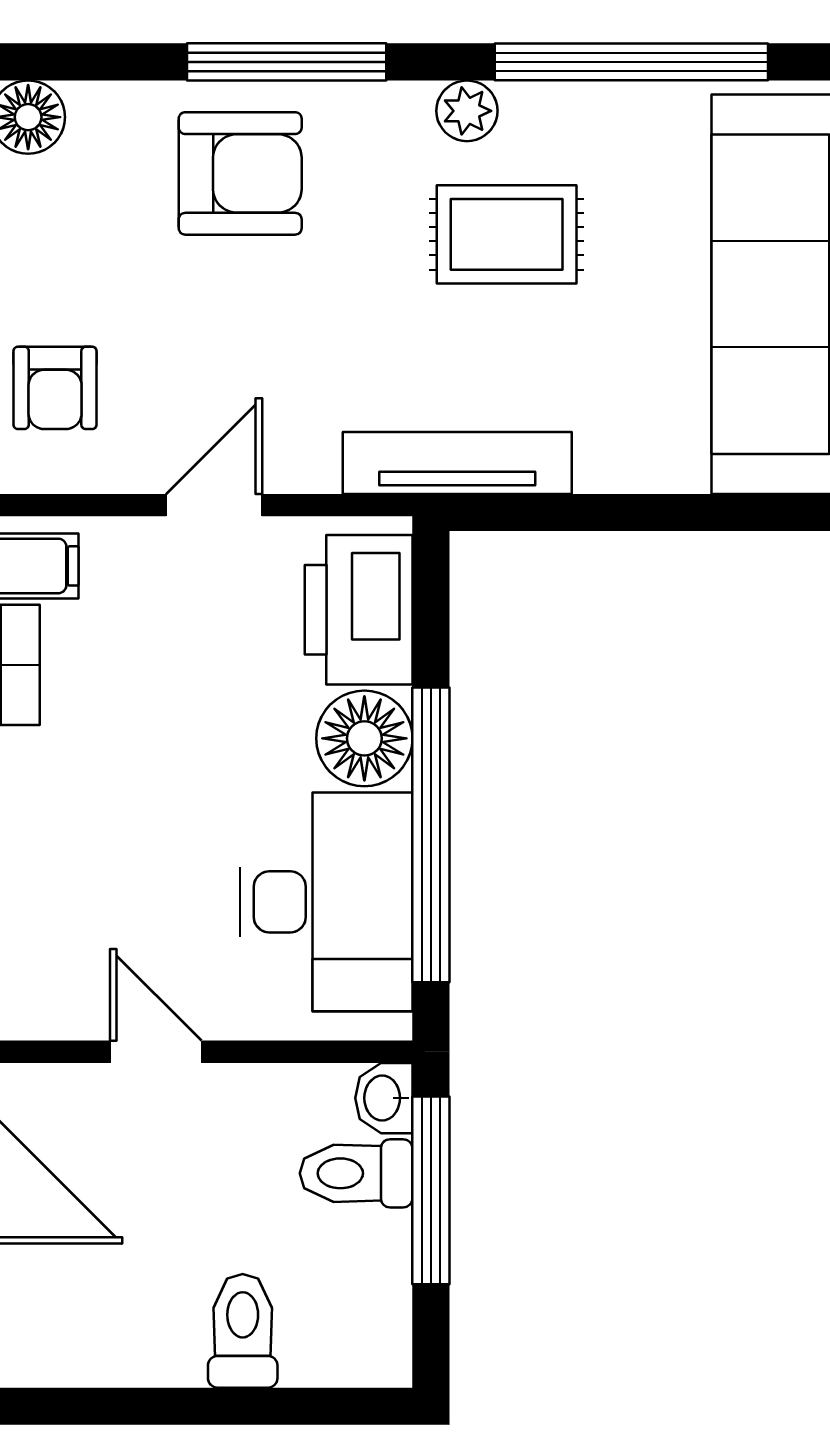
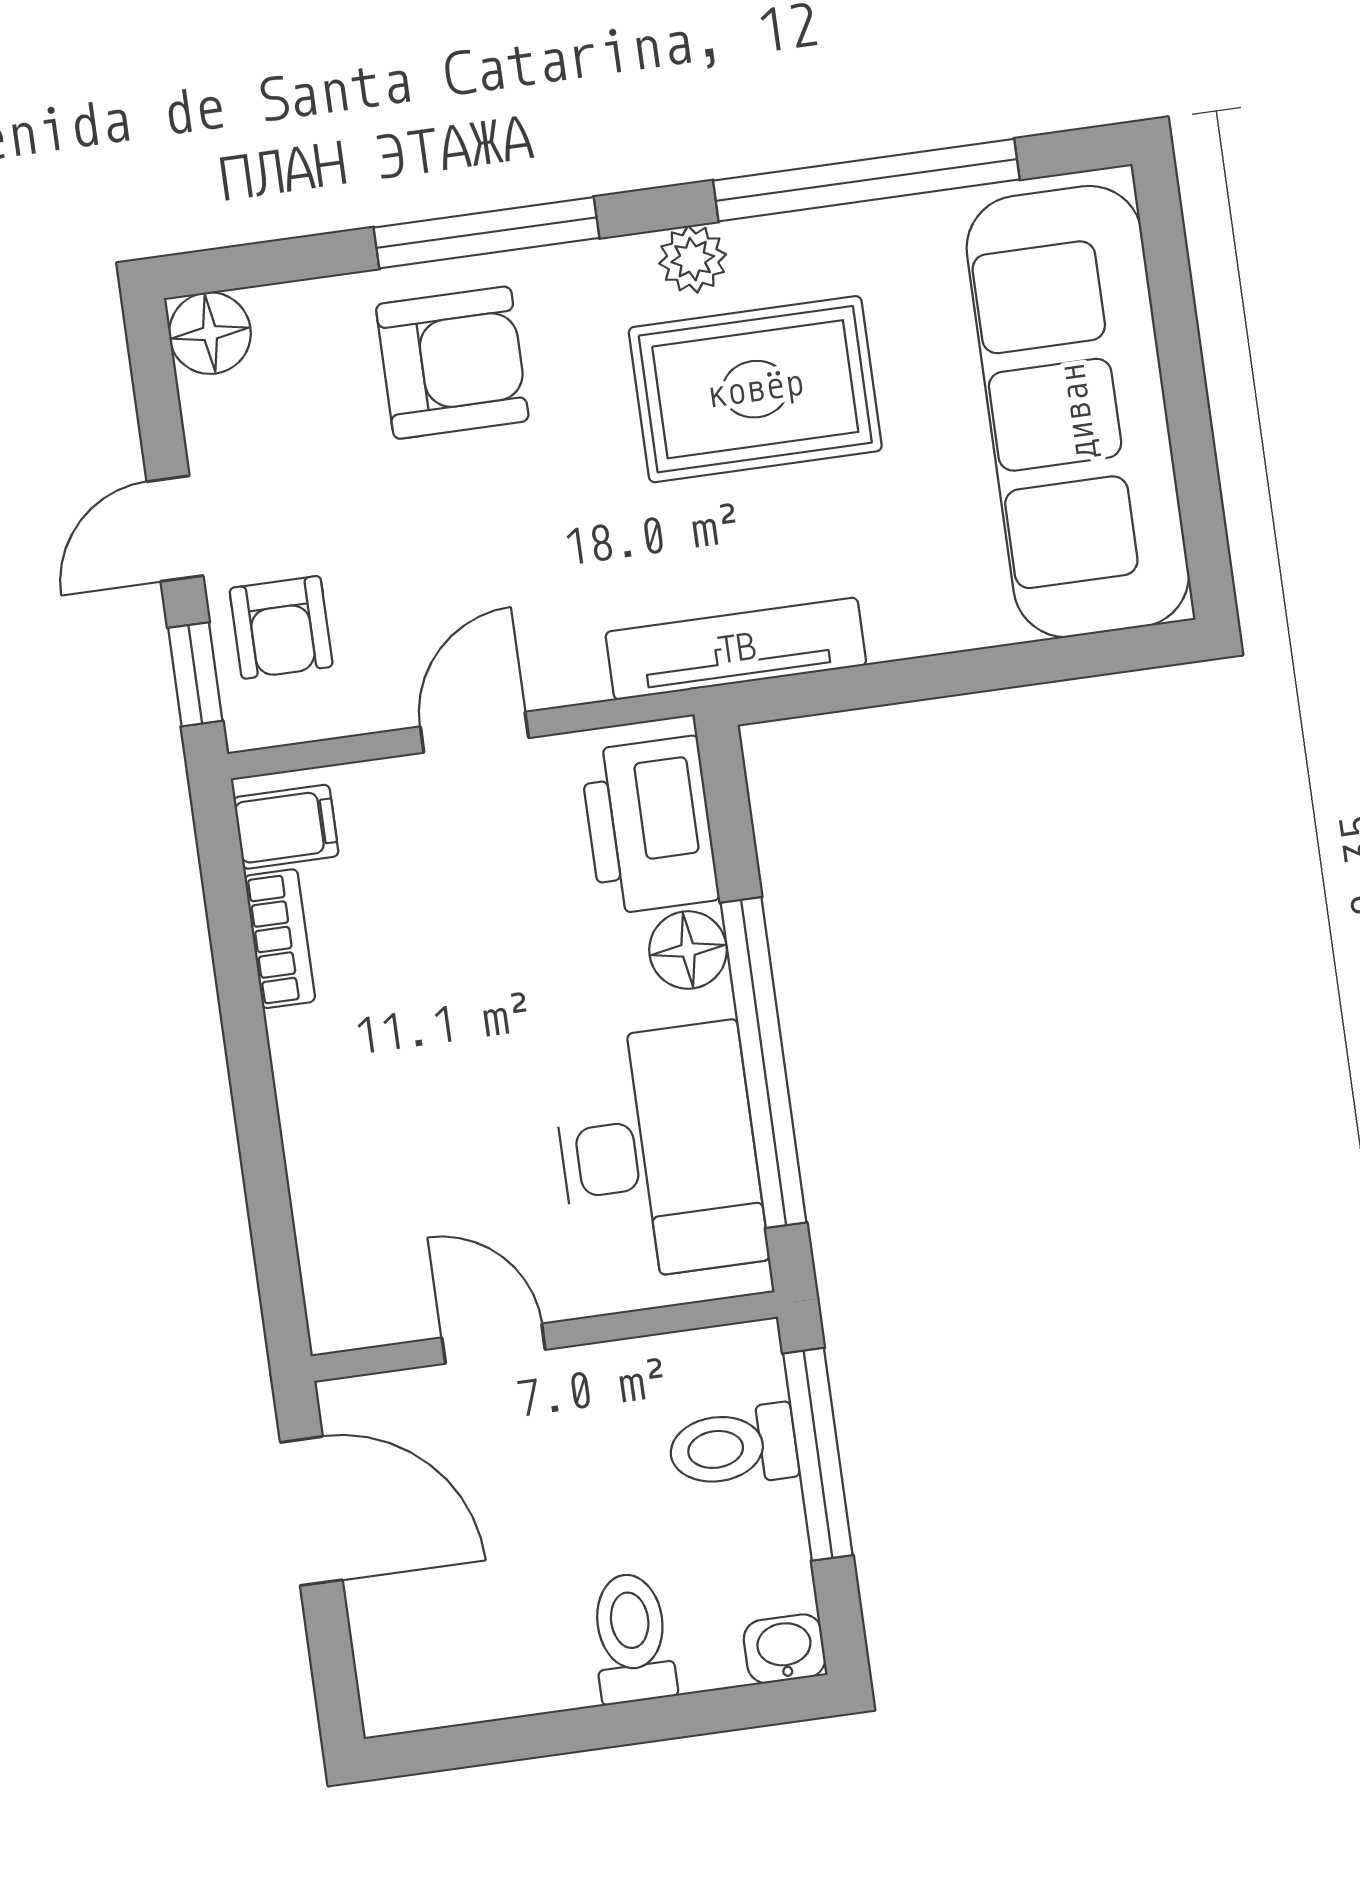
rug: (507, 234) -> (755, 389), width x1.36, depth x1.43
floor lamp: (364, 738) -> (688, 950), width x0.73, depth x0.73
washbasin: (384, 1098) -> (785, 1649), moved, turned 90

